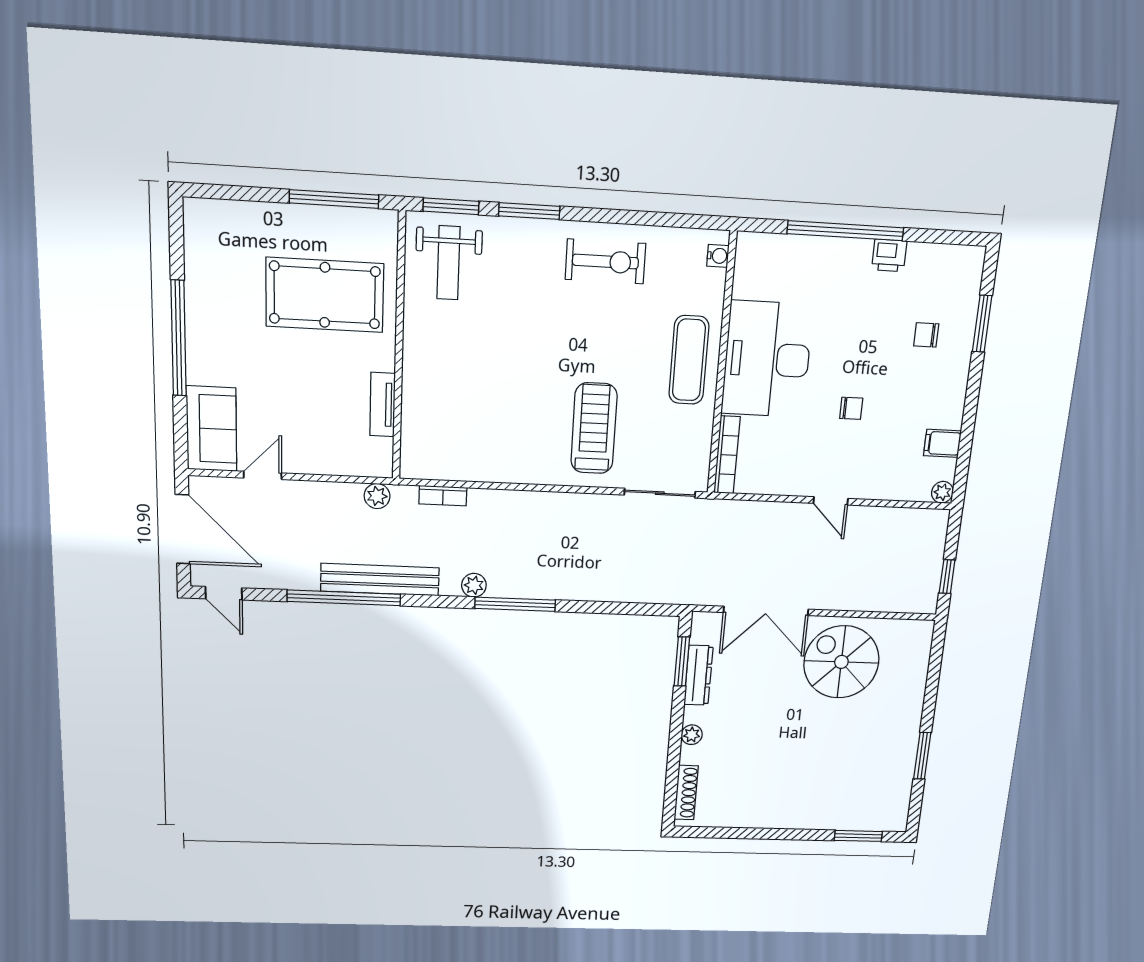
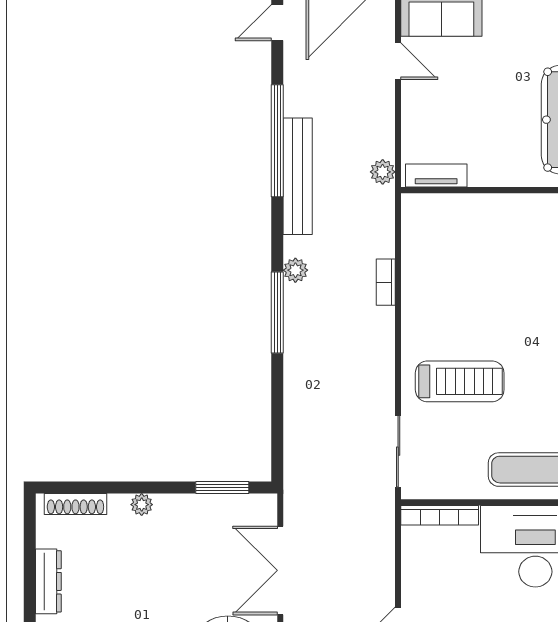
tv unit: (382, 405) -> (436, 175), moved
bookcase: (443, 496) -> (386, 282), moved
dresser: (698, 675) -> (48, 581), moved, turned -90

